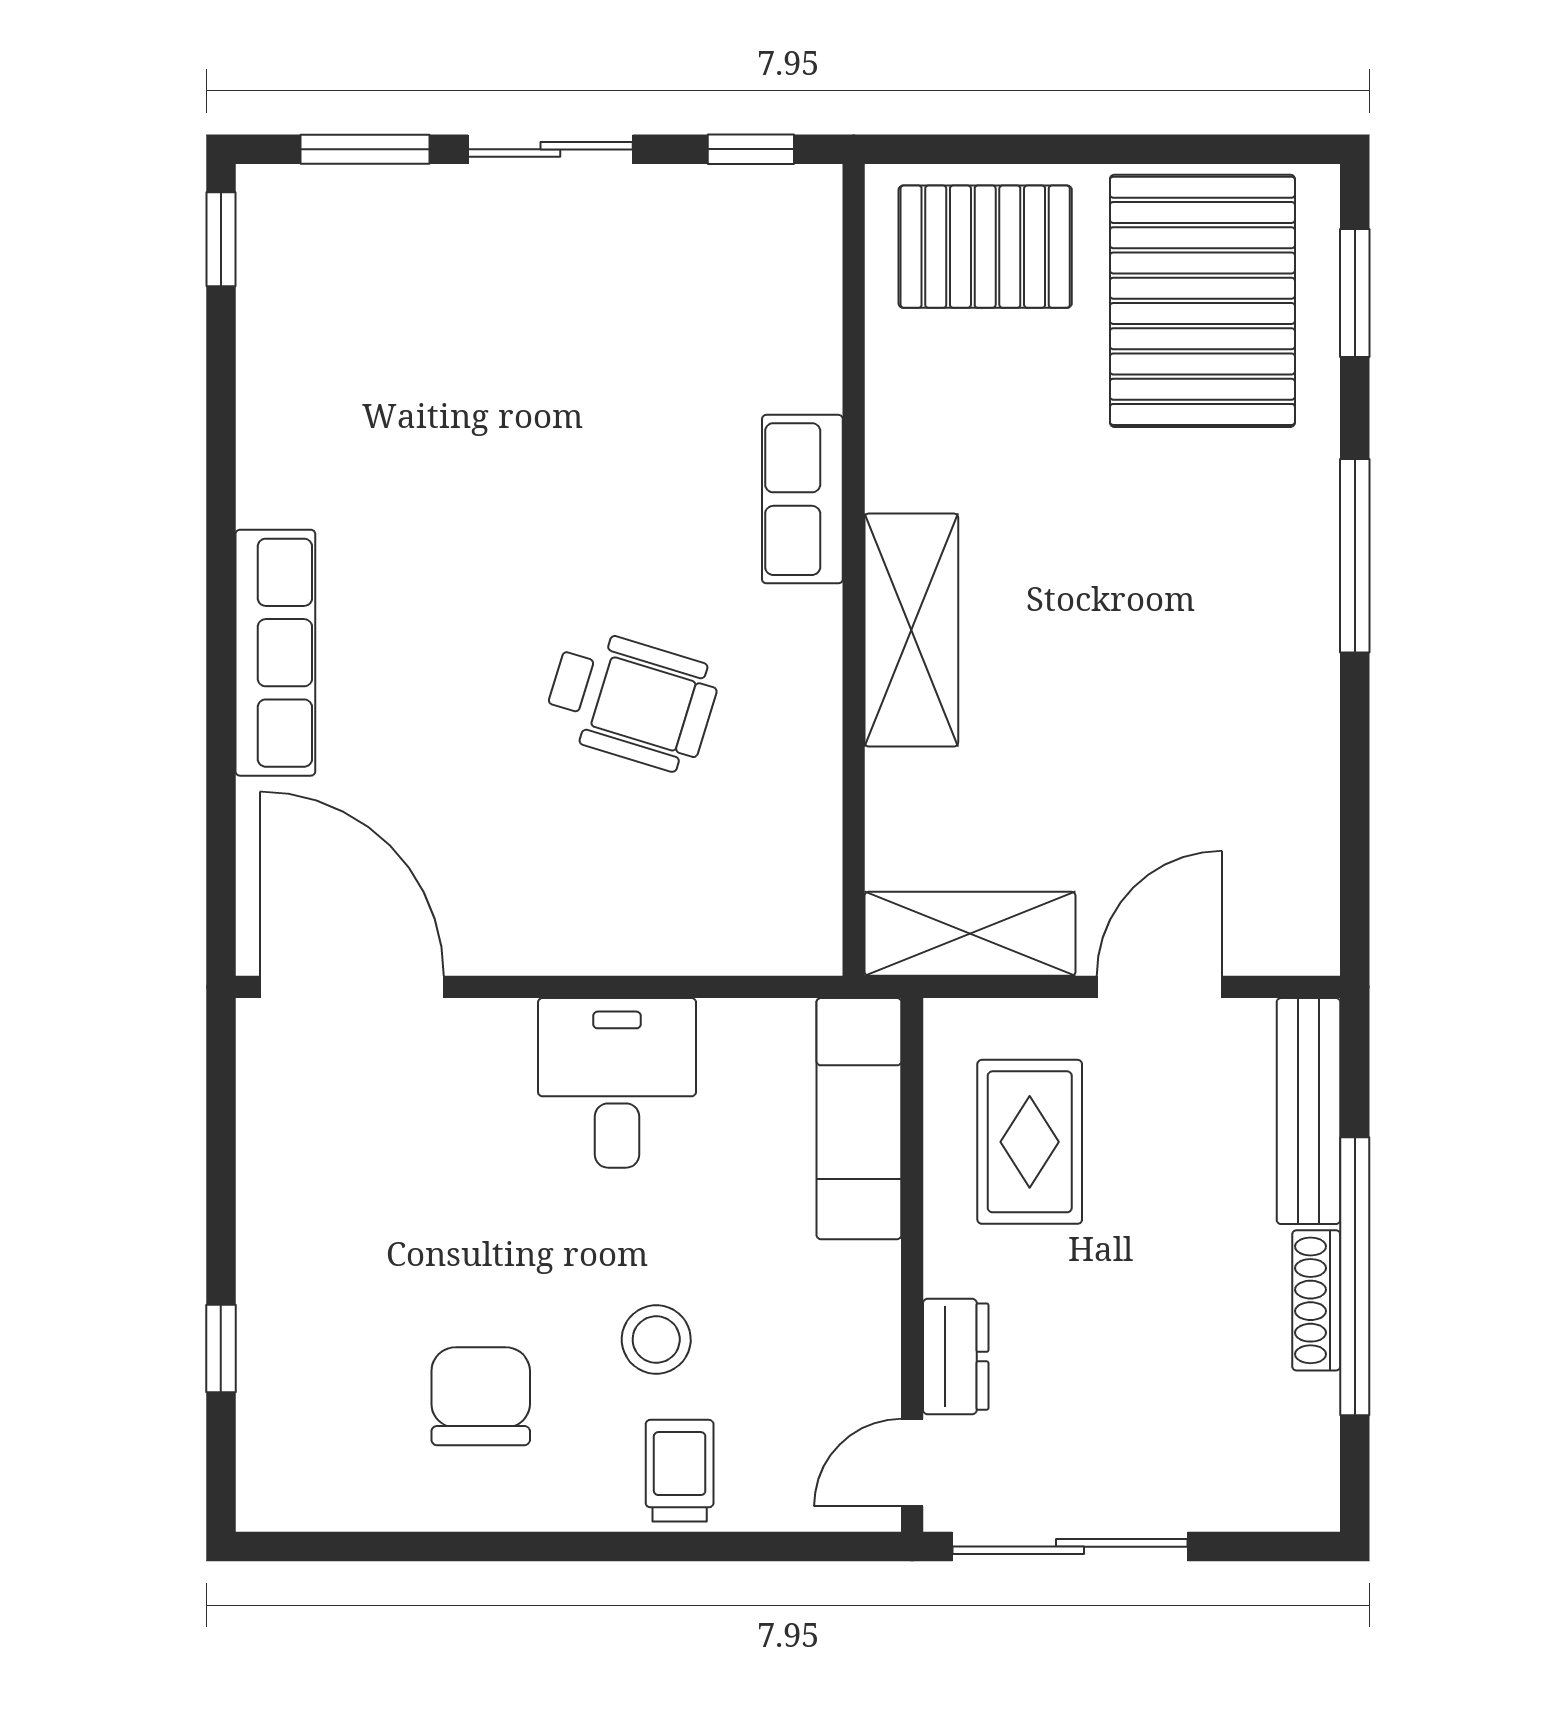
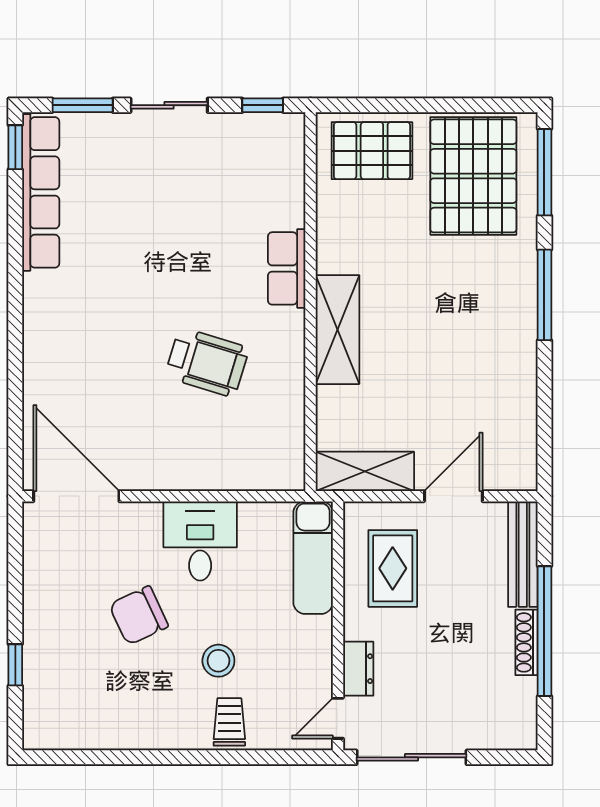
window: (1355, 293) -> (544, 172), width x1.44
row of seats: (275, 653) -> (41, 192), moved, width x1.36
chair: (481, 1396) -> (139, 615), moved, turned -115

